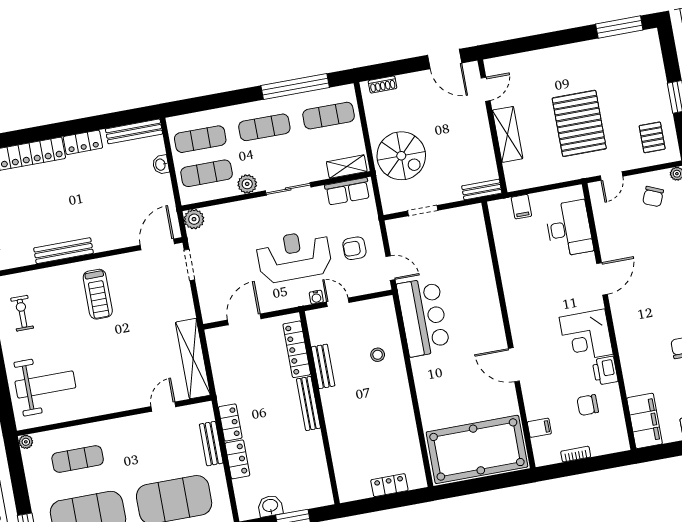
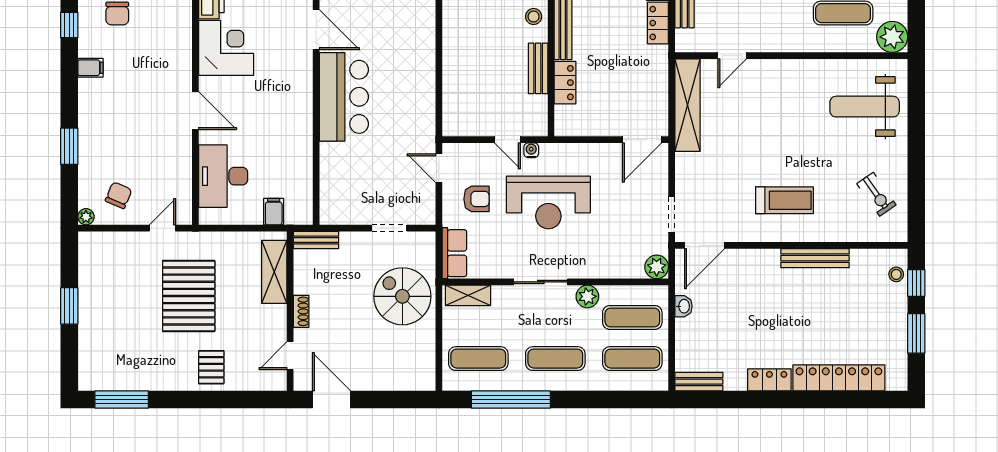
shoe rack: (383, 85) -> (301, 311), moved, turned 90
bench: (134, 131) -> (699, 382), width x0.73
shelving: (508, 134) -> (274, 272), moved
pallet: (652, 137) -> (211, 367), moved
washbasin: (161, 165) -> (684, 306), moved
row of seats: (347, 191) -> (454, 253), moved, turned 90
door: (602, 279) -> (195, 111), swing flipped
treadmill: (98, 294) -> (784, 200), turned 90
exercise bike: (22, 313) -> (876, 194), turned -35
bar counter: (423, 317) -> (344, 97), moved, turned 180
door: (244, 319) -> (642, 140), moved
locker: (297, 349) -> (565, 83), width x0.66
stool: (378, 355) -> (534, 17), moved
plant: (26, 442) -> (892, 37), width x1.87, depth x1.87

